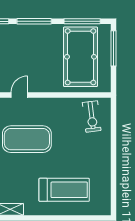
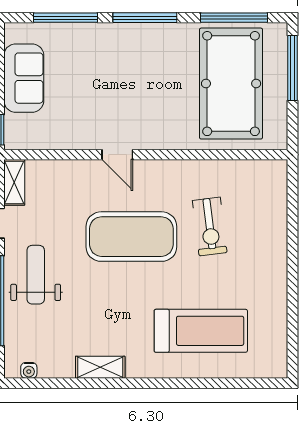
door: (19, 95) -> (117, 155), swing flipped
exercise bike: (92, 117) -> (210, 226), moved

